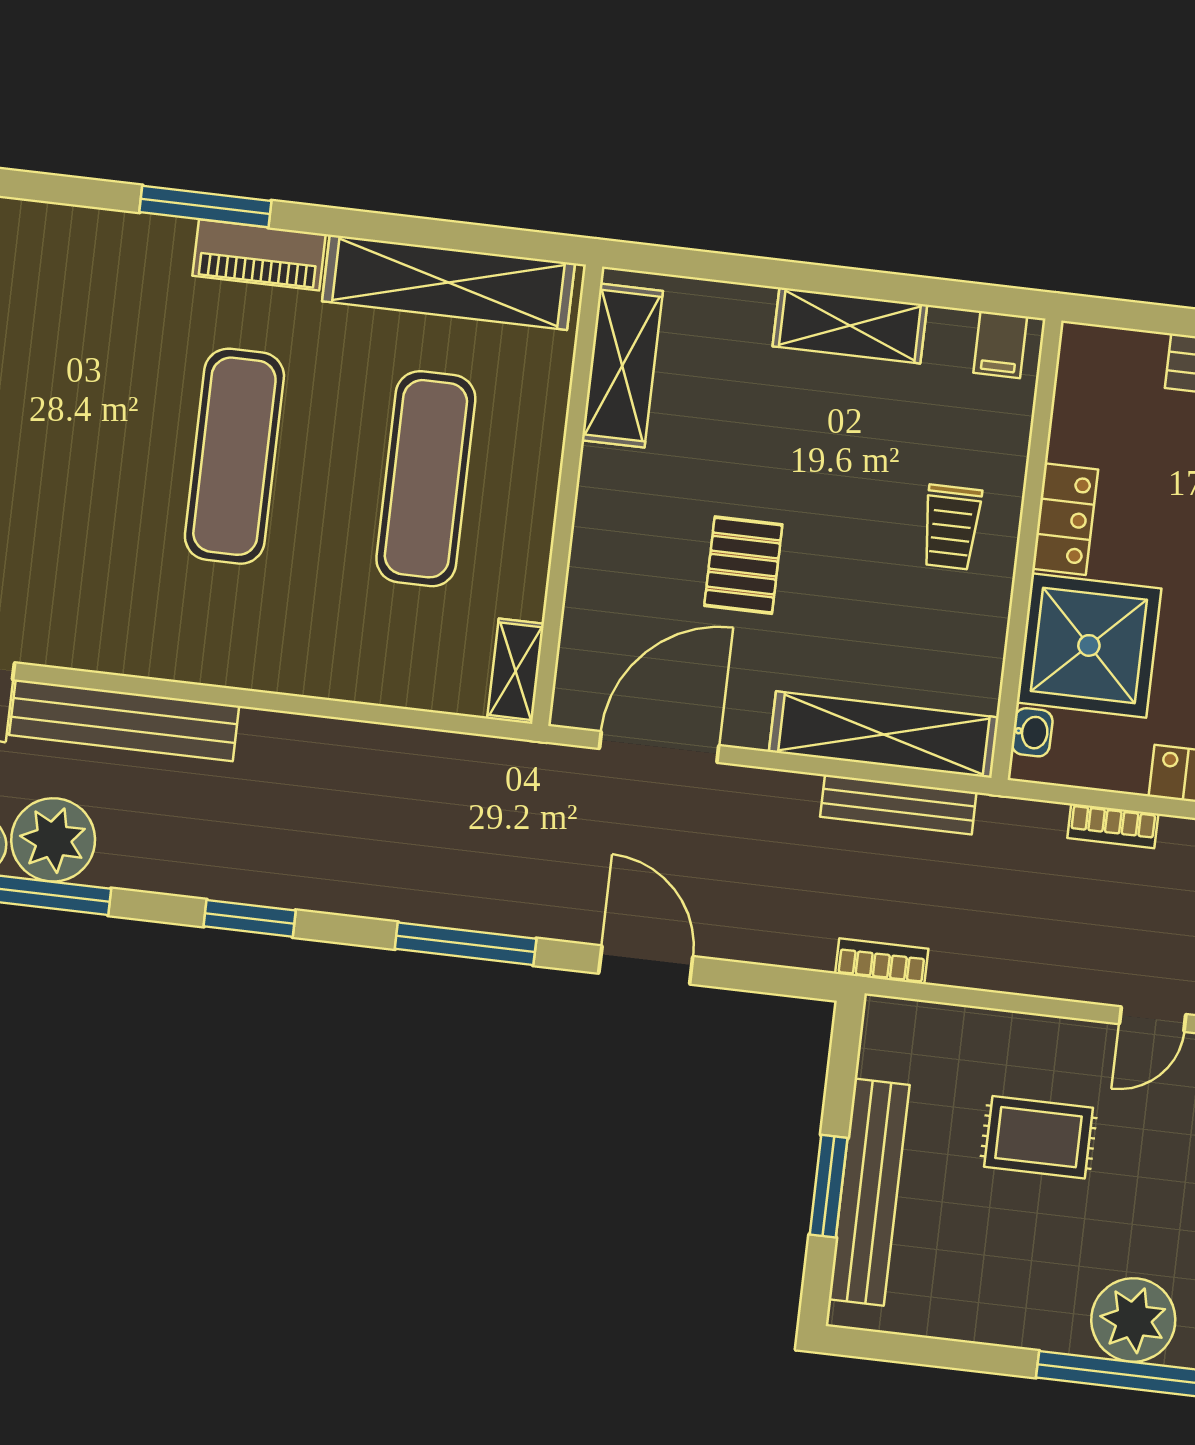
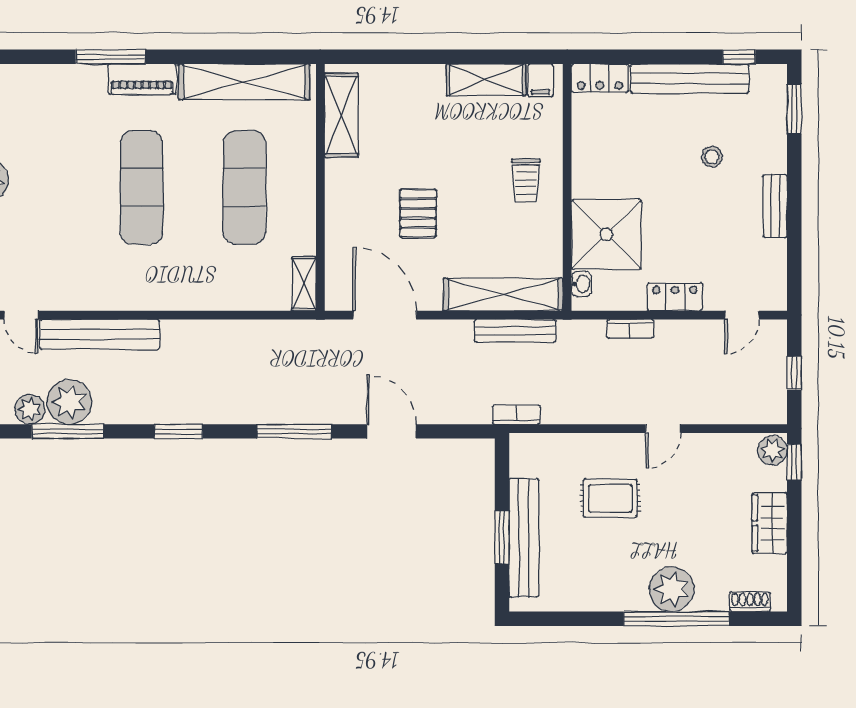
shelving: (850, 326) -> (486, 80), moved
locker: (1065, 519) -> (600, 78), moved, turned 90
door: (659, 747) -> (385, 315), hinge flipped

